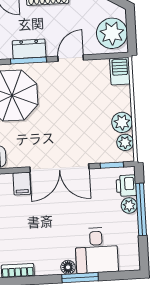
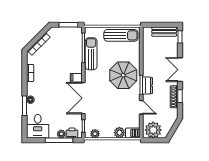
plant: (122, 122) -> (119, 133), moved
desk: (96, 250) -> (38, 126), moved, turned -90

